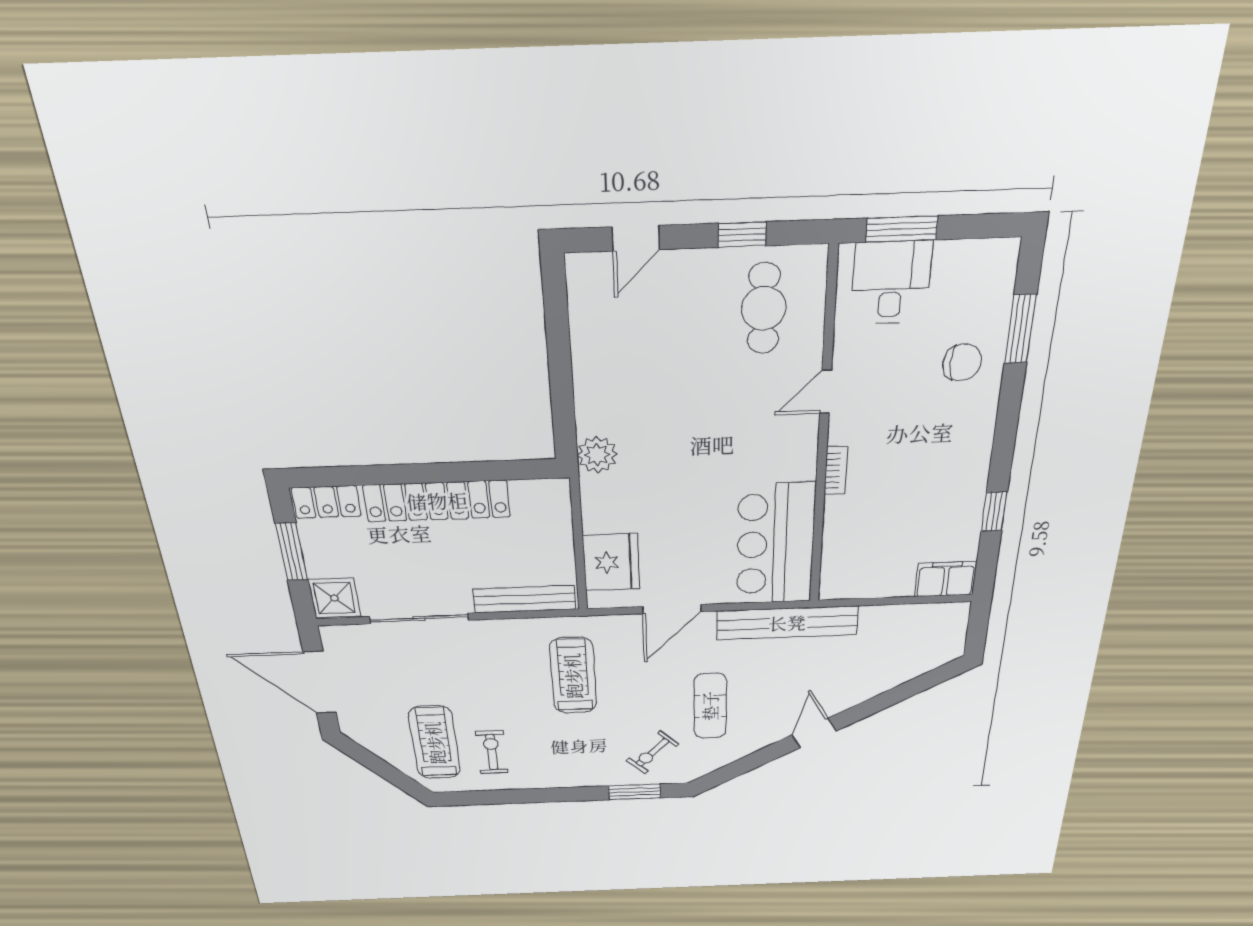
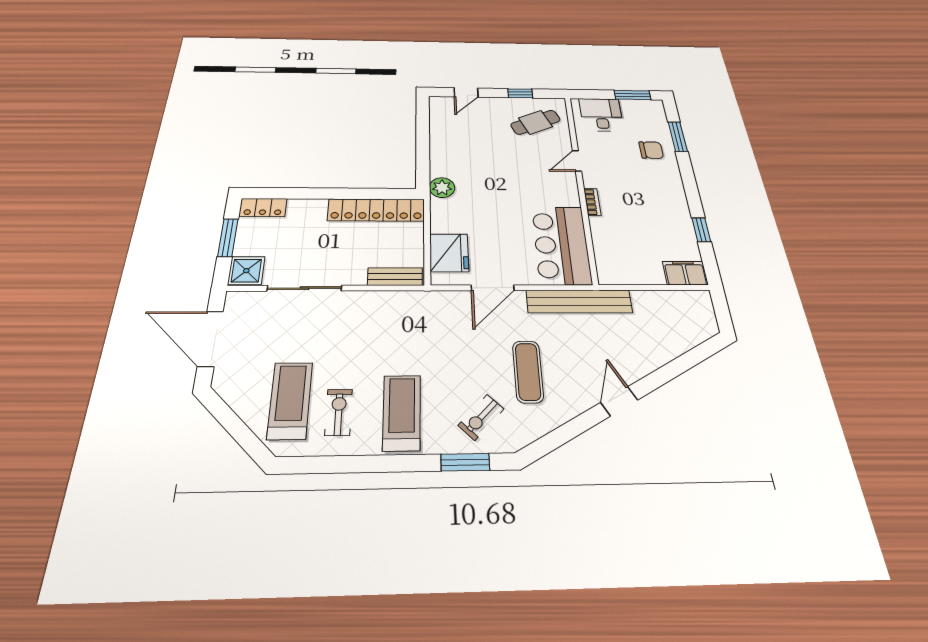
window: (902, 229) -> (633, 95), moved
cafe table: (764, 308) -> (535, 122), turned 66
locker: (437, 501) -> (376, 210), moved
bench: (524, 599) -> (395, 277), width x0.73
treadmill: (573, 676) -> (402, 412), moved

